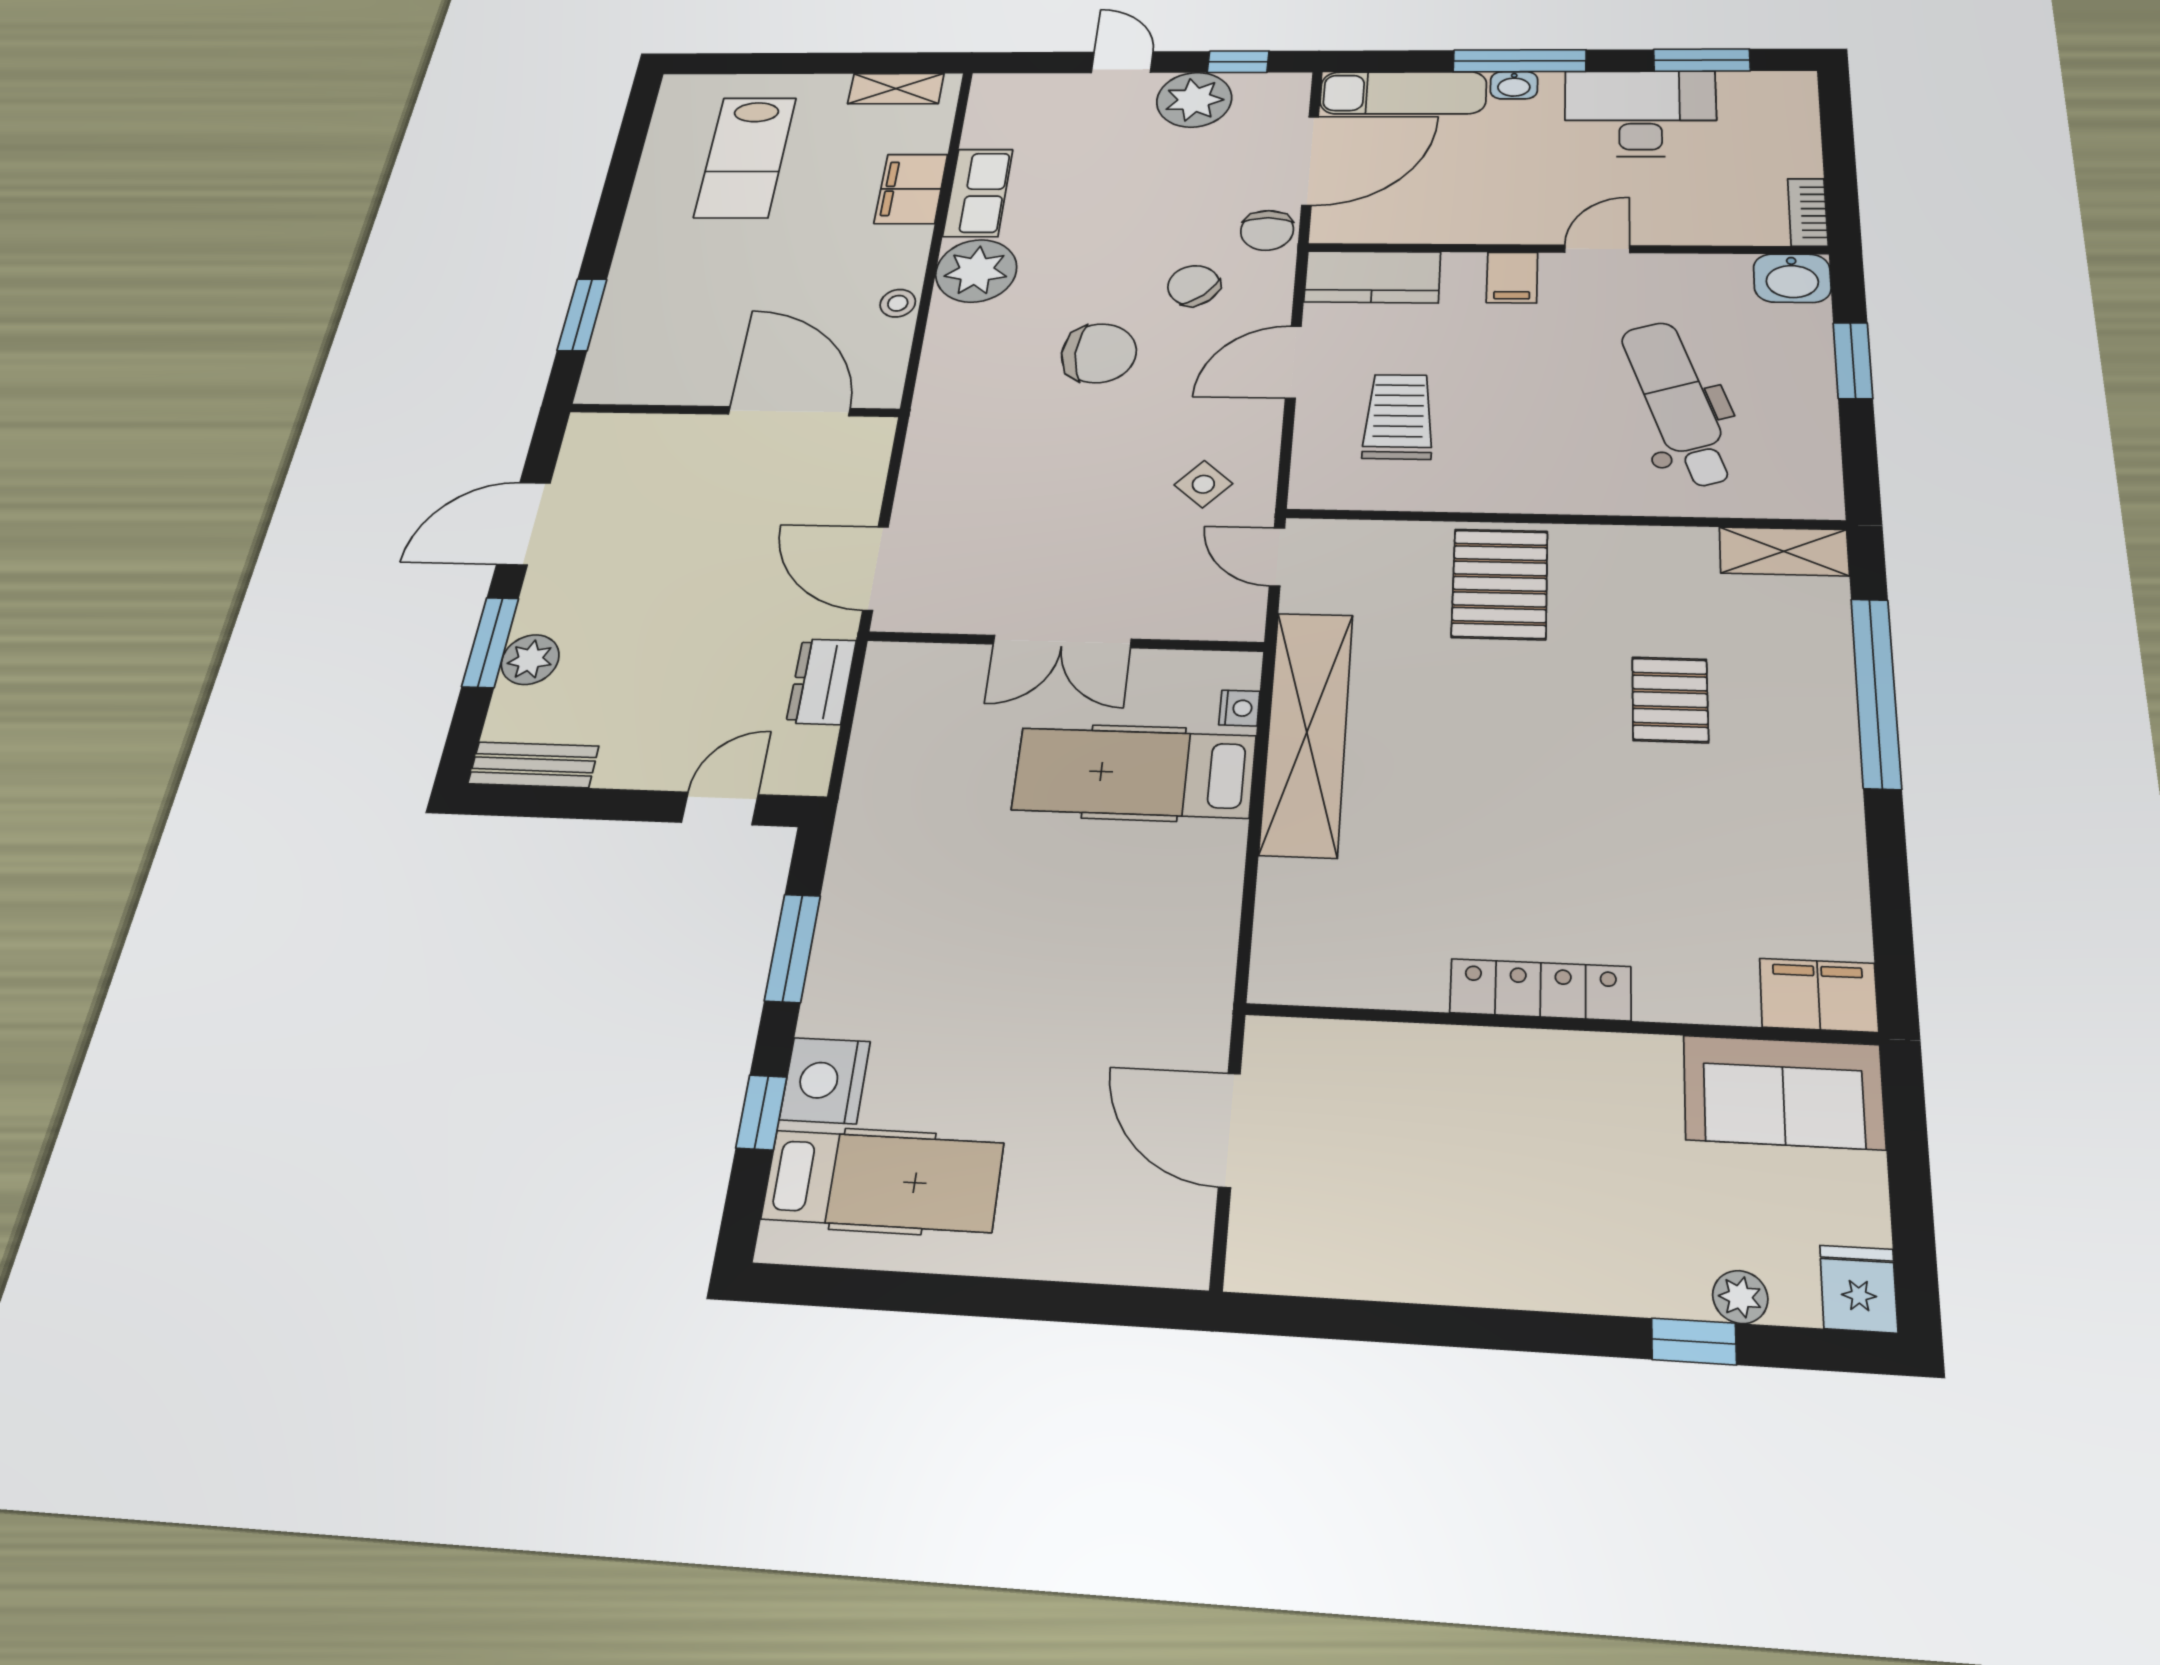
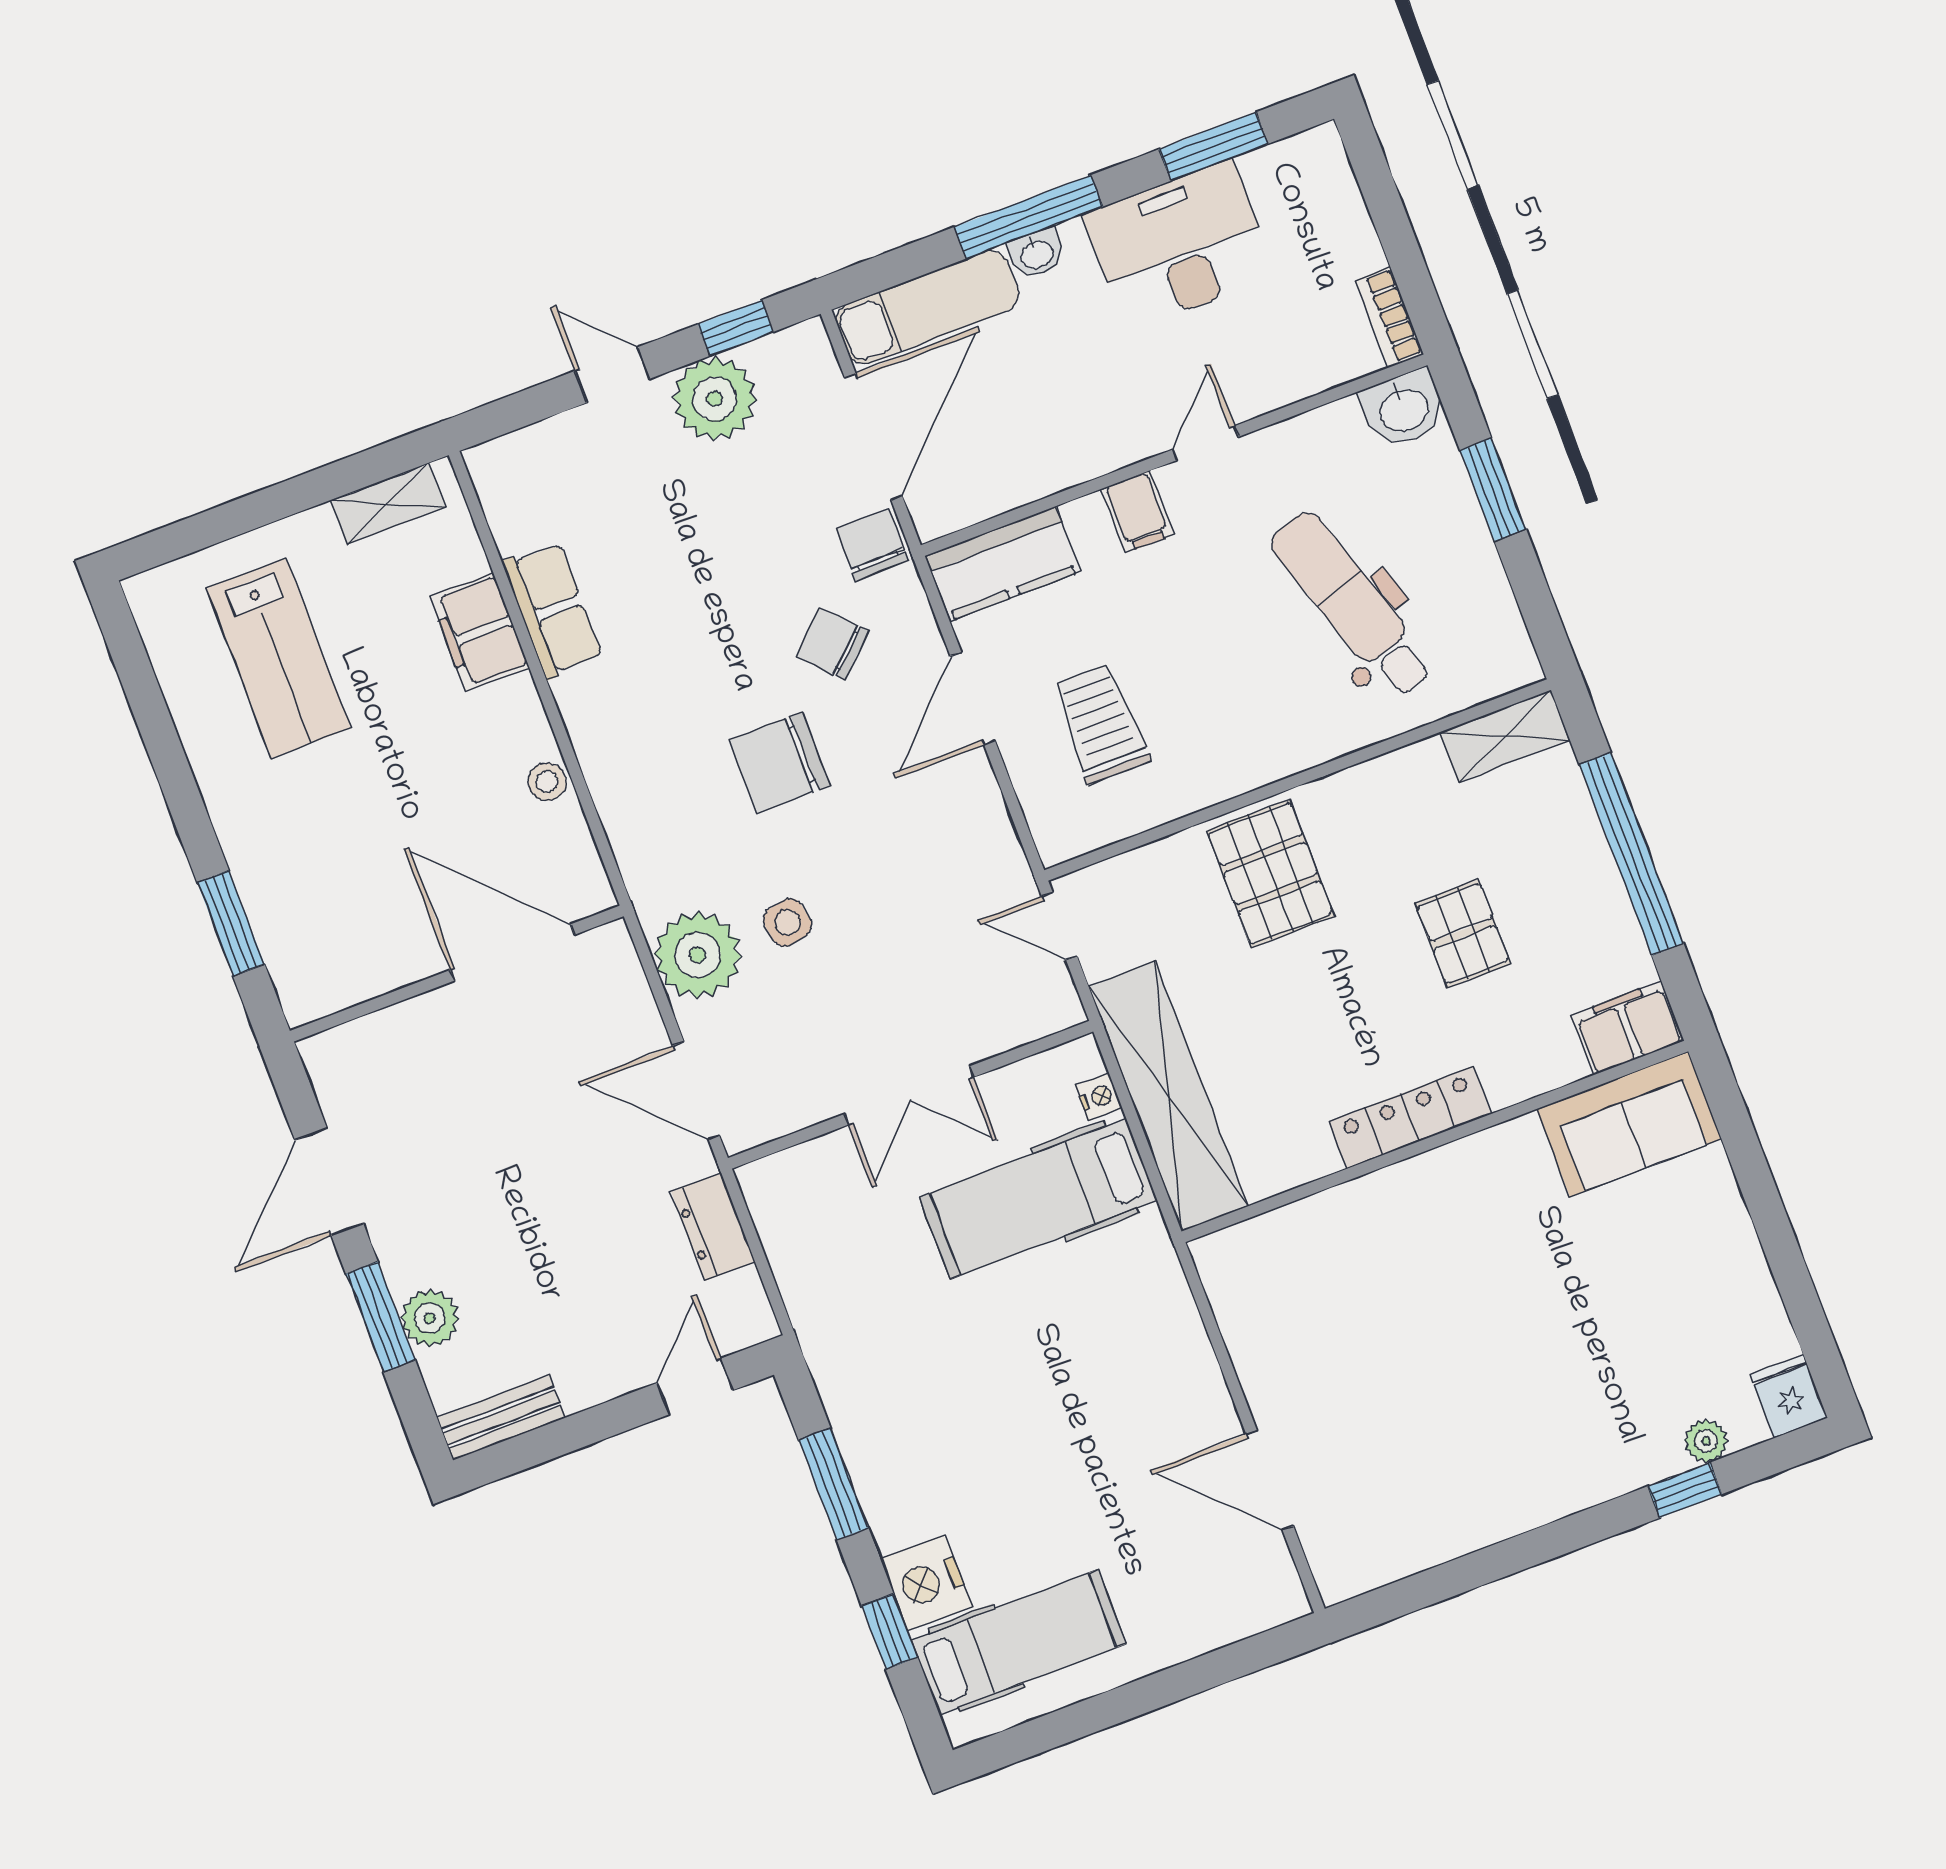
chair: (1267, 230) -> (872, 545), turned 180
plant: (976, 271) -> (698, 955), moved
chair: (1099, 353) -> (780, 763), turned 180
side table: (1203, 484) -> (787, 922), moved, turned 38
locker: (1540, 990) -> (1410, 1118), moved
filing cabinet: (1819, 995) -> (1628, 1028), moved
wall: (1557, 1024) -> (1435, 1141), moved
sofa: (1783, 1092) -> (1629, 1124), moved

